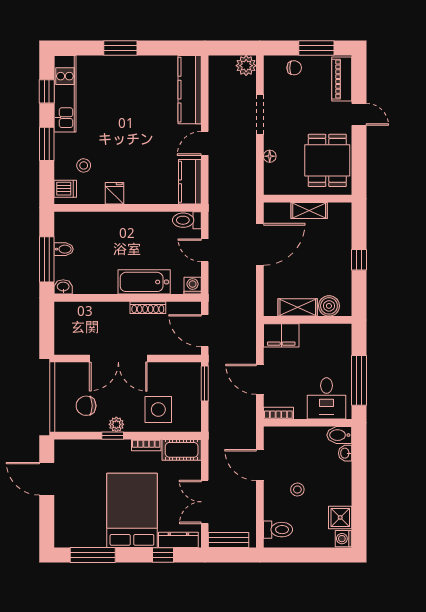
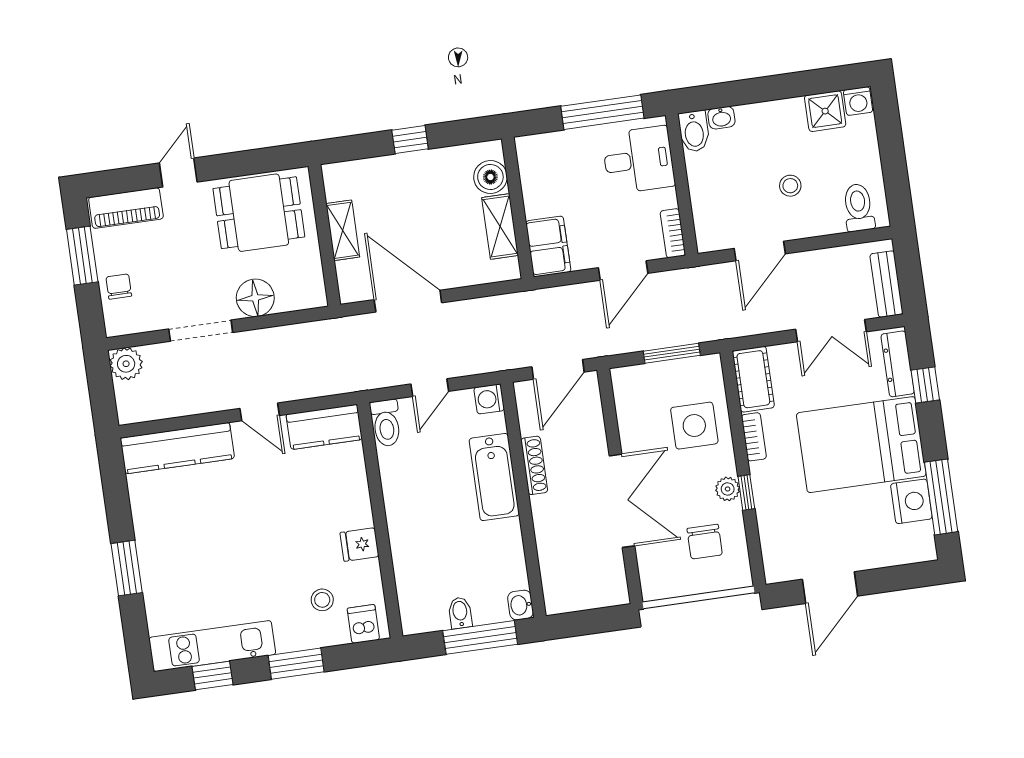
floor lamp: (270, 156) -> (255, 298), width x1.89, depth x1.89
window: (205, 384) -> (672, 353), moved
nightstand: (93, 536) -> (911, 501), added

